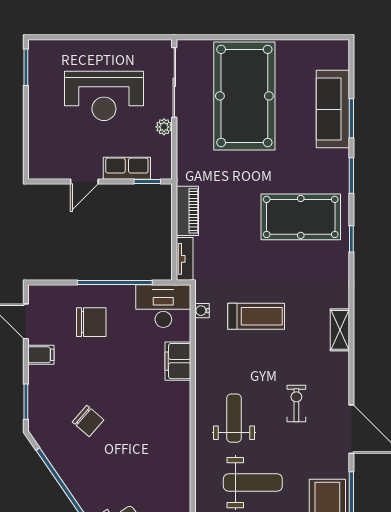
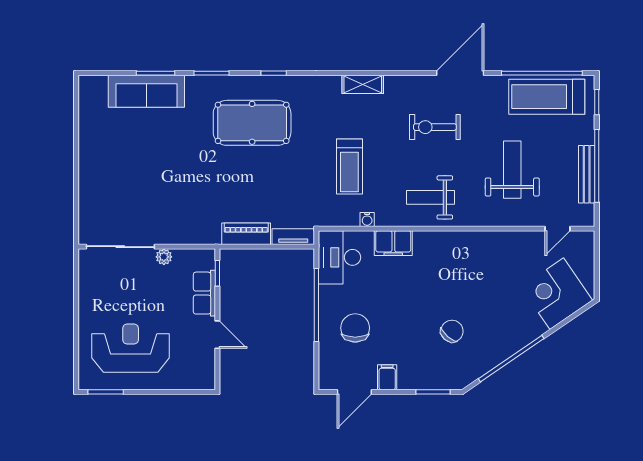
reception desk: (104, 96) -> (131, 348), moved, turned -90
pool table: (244, 96) -> (134, 178), removed
pool table: (301, 217) -> (252, 123), turned 90
water cooler: (202, 311) -> (367, 219), moved
treadmill: (256, 316) -> (349, 167), turned 180
exercise bike: (296, 404) -> (435, 127), width x1.38, depth x1.39
weight bench: (234, 418) -> (431, 197), moved

